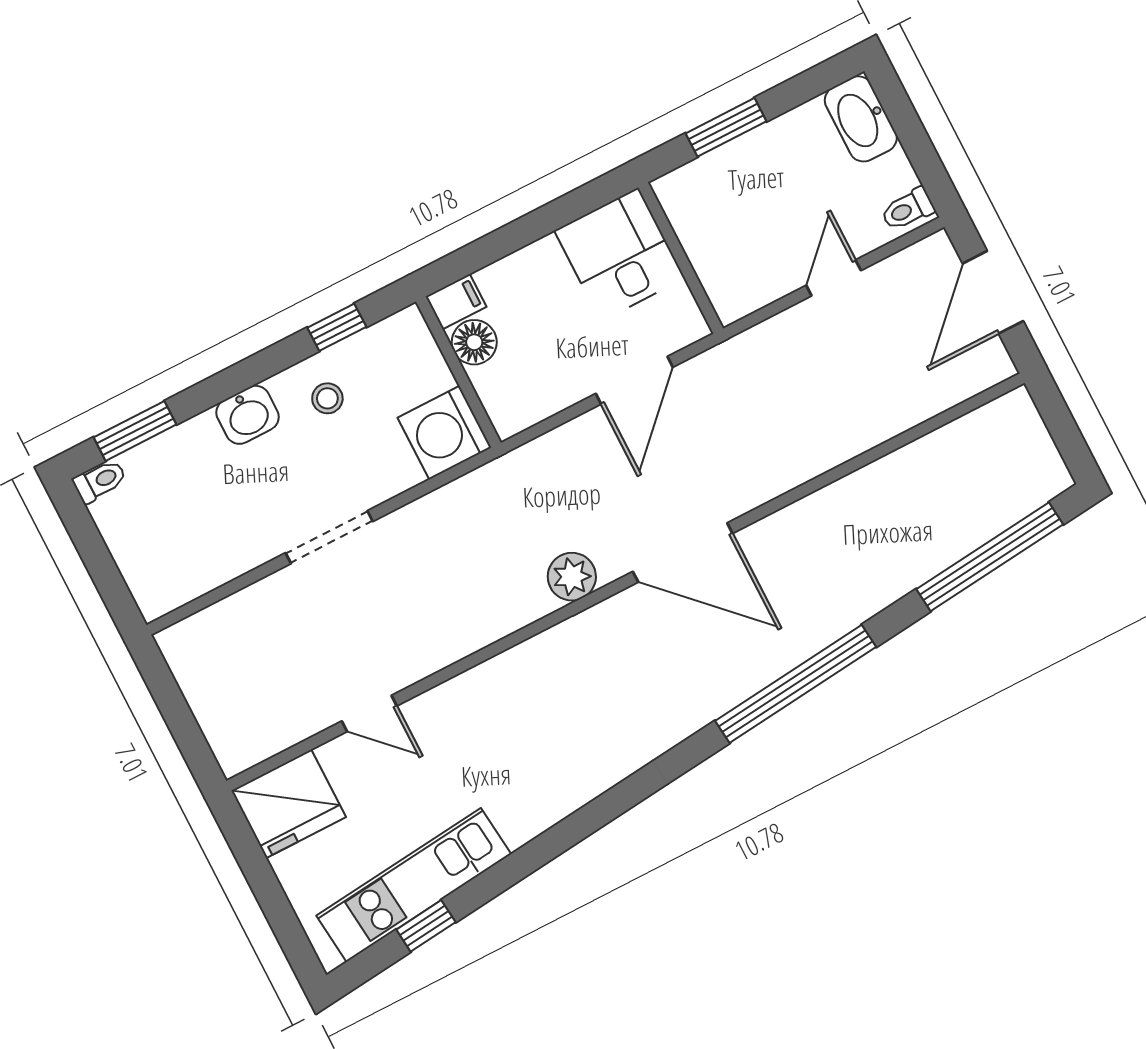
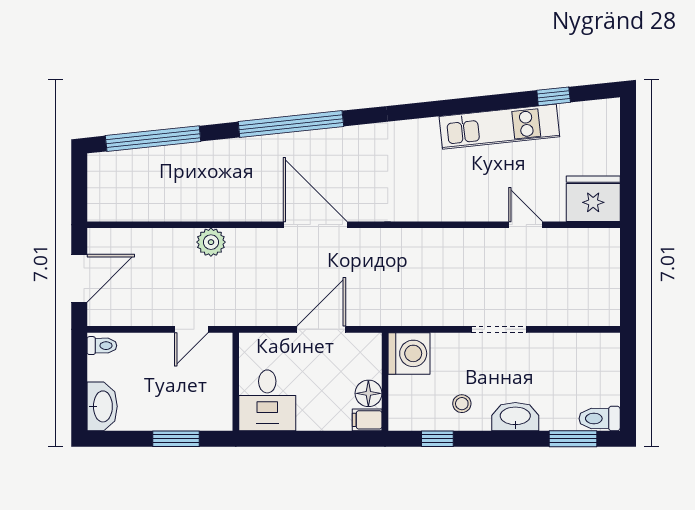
door: (834, 278) -> (191, 329), moved
door: (634, 380) -> (321, 329), moved
washbasin: (248, 415) -> (515, 417), width x1.38
toilet: (100, 481) -> (600, 419), width x1.37, depth x1.39
plant: (572, 577) -> (211, 242), moved
kitchen unit: (414, 885) -> (499, 127), moved

